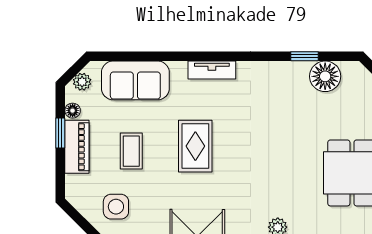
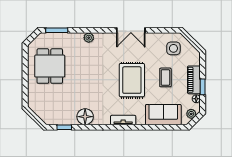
window: (304, 56) -> (64, 127), moved
floor lamp: (325, 76) -> (85, 117), moved
rug: (195, 146) -> (132, 80), width x1.36, depth x1.43

